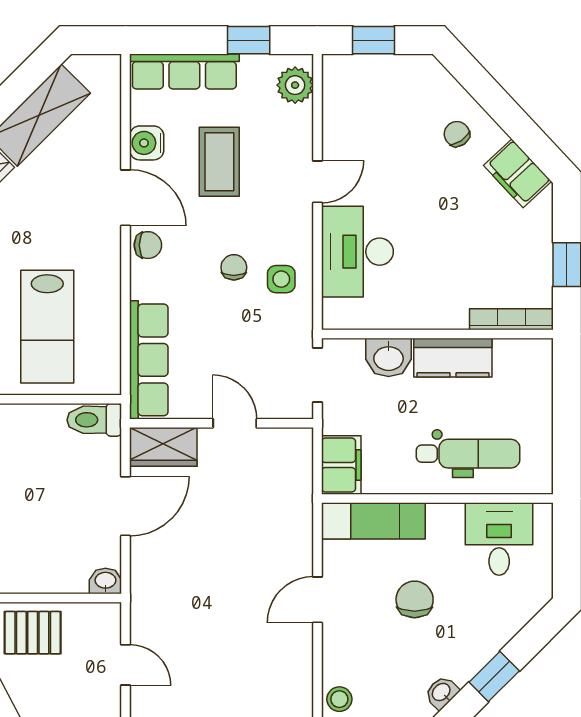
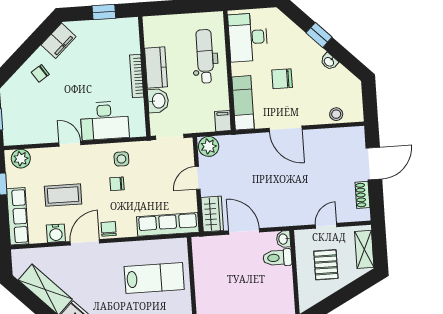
bookcase: (511, 319) -> (137, 76), moved
toilet: (94, 420) -> (277, 258), moved, turned 90
plant: (294, 449) -> (209, 146), added
filing cabinet: (341, 465) -> (223, 121), width x0.50
desk: (499, 539) -> (248, 37), width x1.37
door: (317, 600) -> (286, 129), width x1.38
pallet: (33, 633) -> (326, 265), moved

